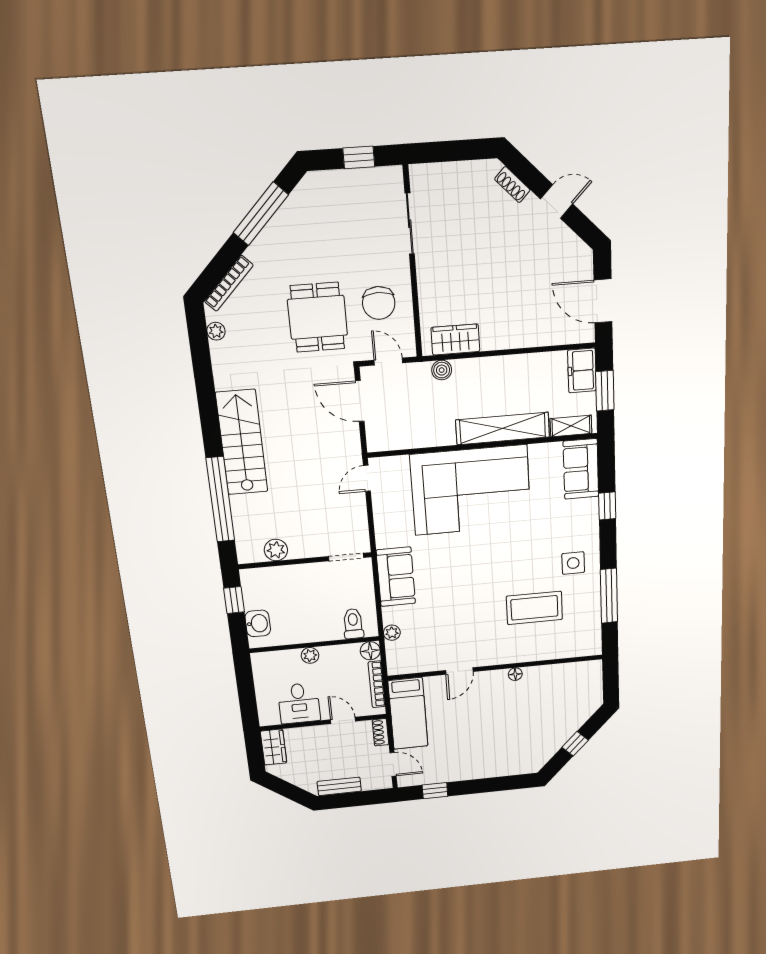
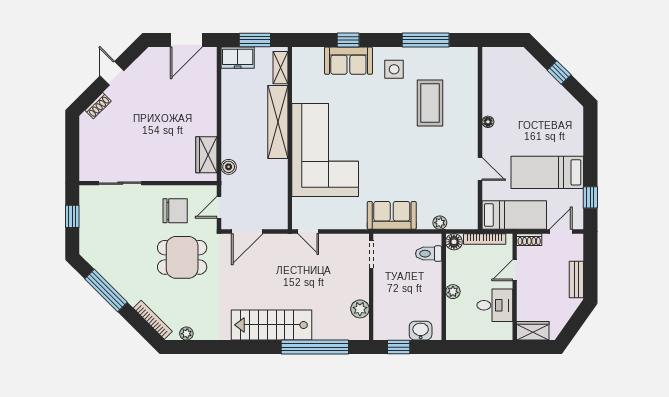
sofa: (581, 469) -> (348, 61), moved
bed: (460, 743) -> (547, 172), added

